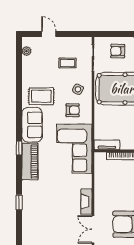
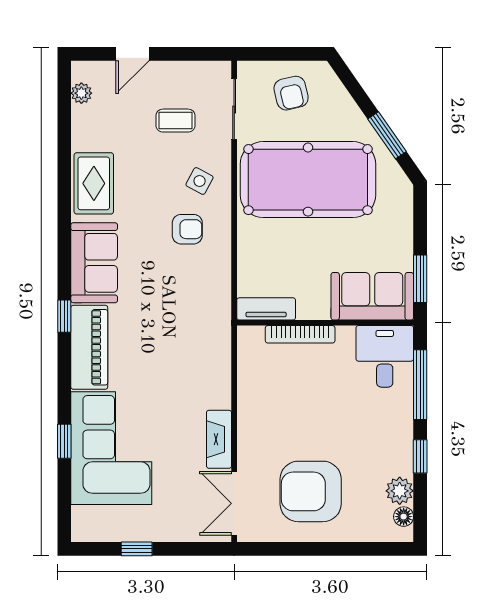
door: (49, 34) -> (132, 54), swing flipped
armchair: (118, 51) -> (291, 93), turned -103
rug: (41, 96) -> (94, 183), moved, turned 90
corner sofa: (74, 149) -> (111, 448), moved, turned 180

